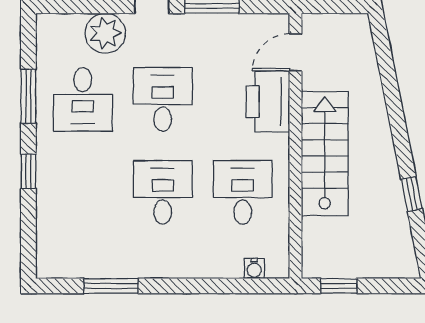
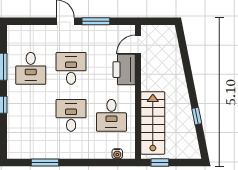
plant: (105, 33) -> (42, 35), removed
stairs: (325, 154) -> (153, 123), moved
desk: (243, 192) -> (111, 115), turned 180

